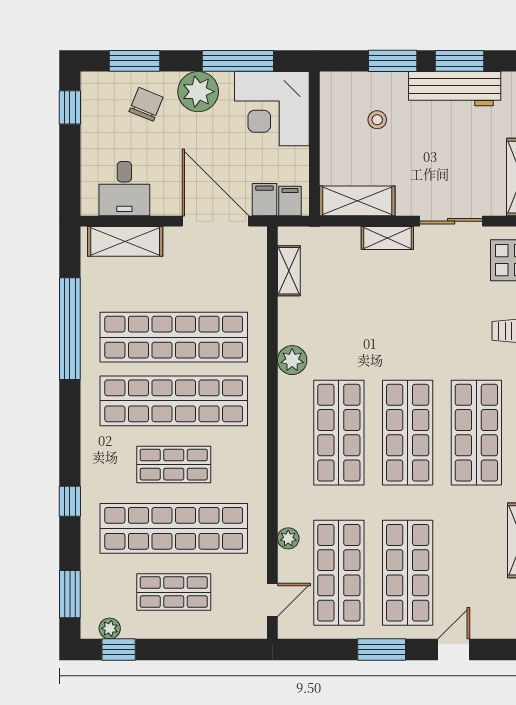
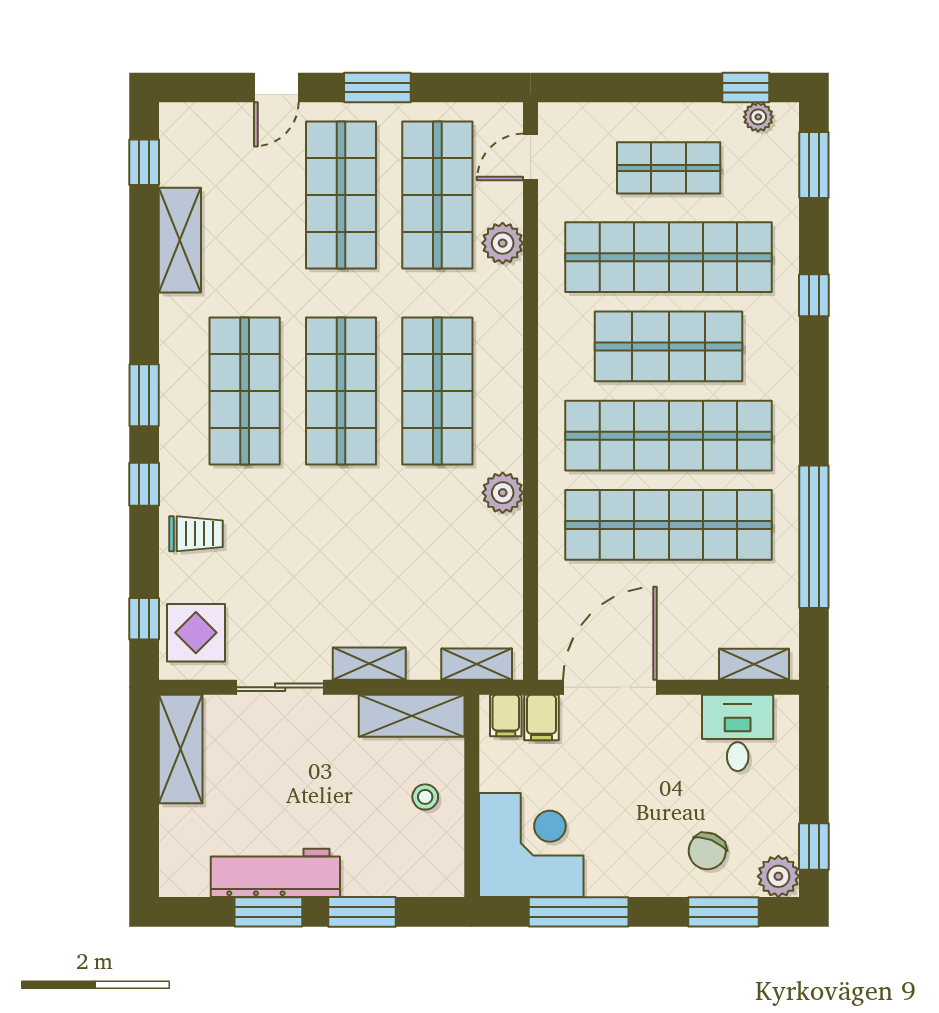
plant: (198, 92) -> (778, 876), moved, width x0.73, depth x0.73
stool: (377, 120) -> (425, 797), moved
door: (216, 221) -> (610, 687), swing flipped
shelving: (125, 241) -> (754, 664), width x0.67, depth x0.75
shelving: (289, 271) -> (477, 664), moved, turned 90
shop shelf: (174, 465) -> (669, 346), width x1.43, depth x1.36
plant: (288, 538) -> (503, 243), width x1.38, depth x1.38

